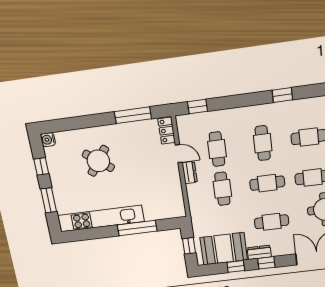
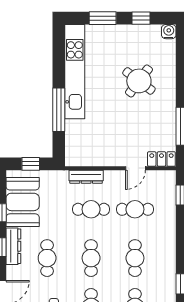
cafe table: (263, 143) -> (135, 258), turned 90
dresser: (190, 173) -> (86, 177), moved, width x1.44
dresser: (259, 252) -> (13, 246), width x1.44

